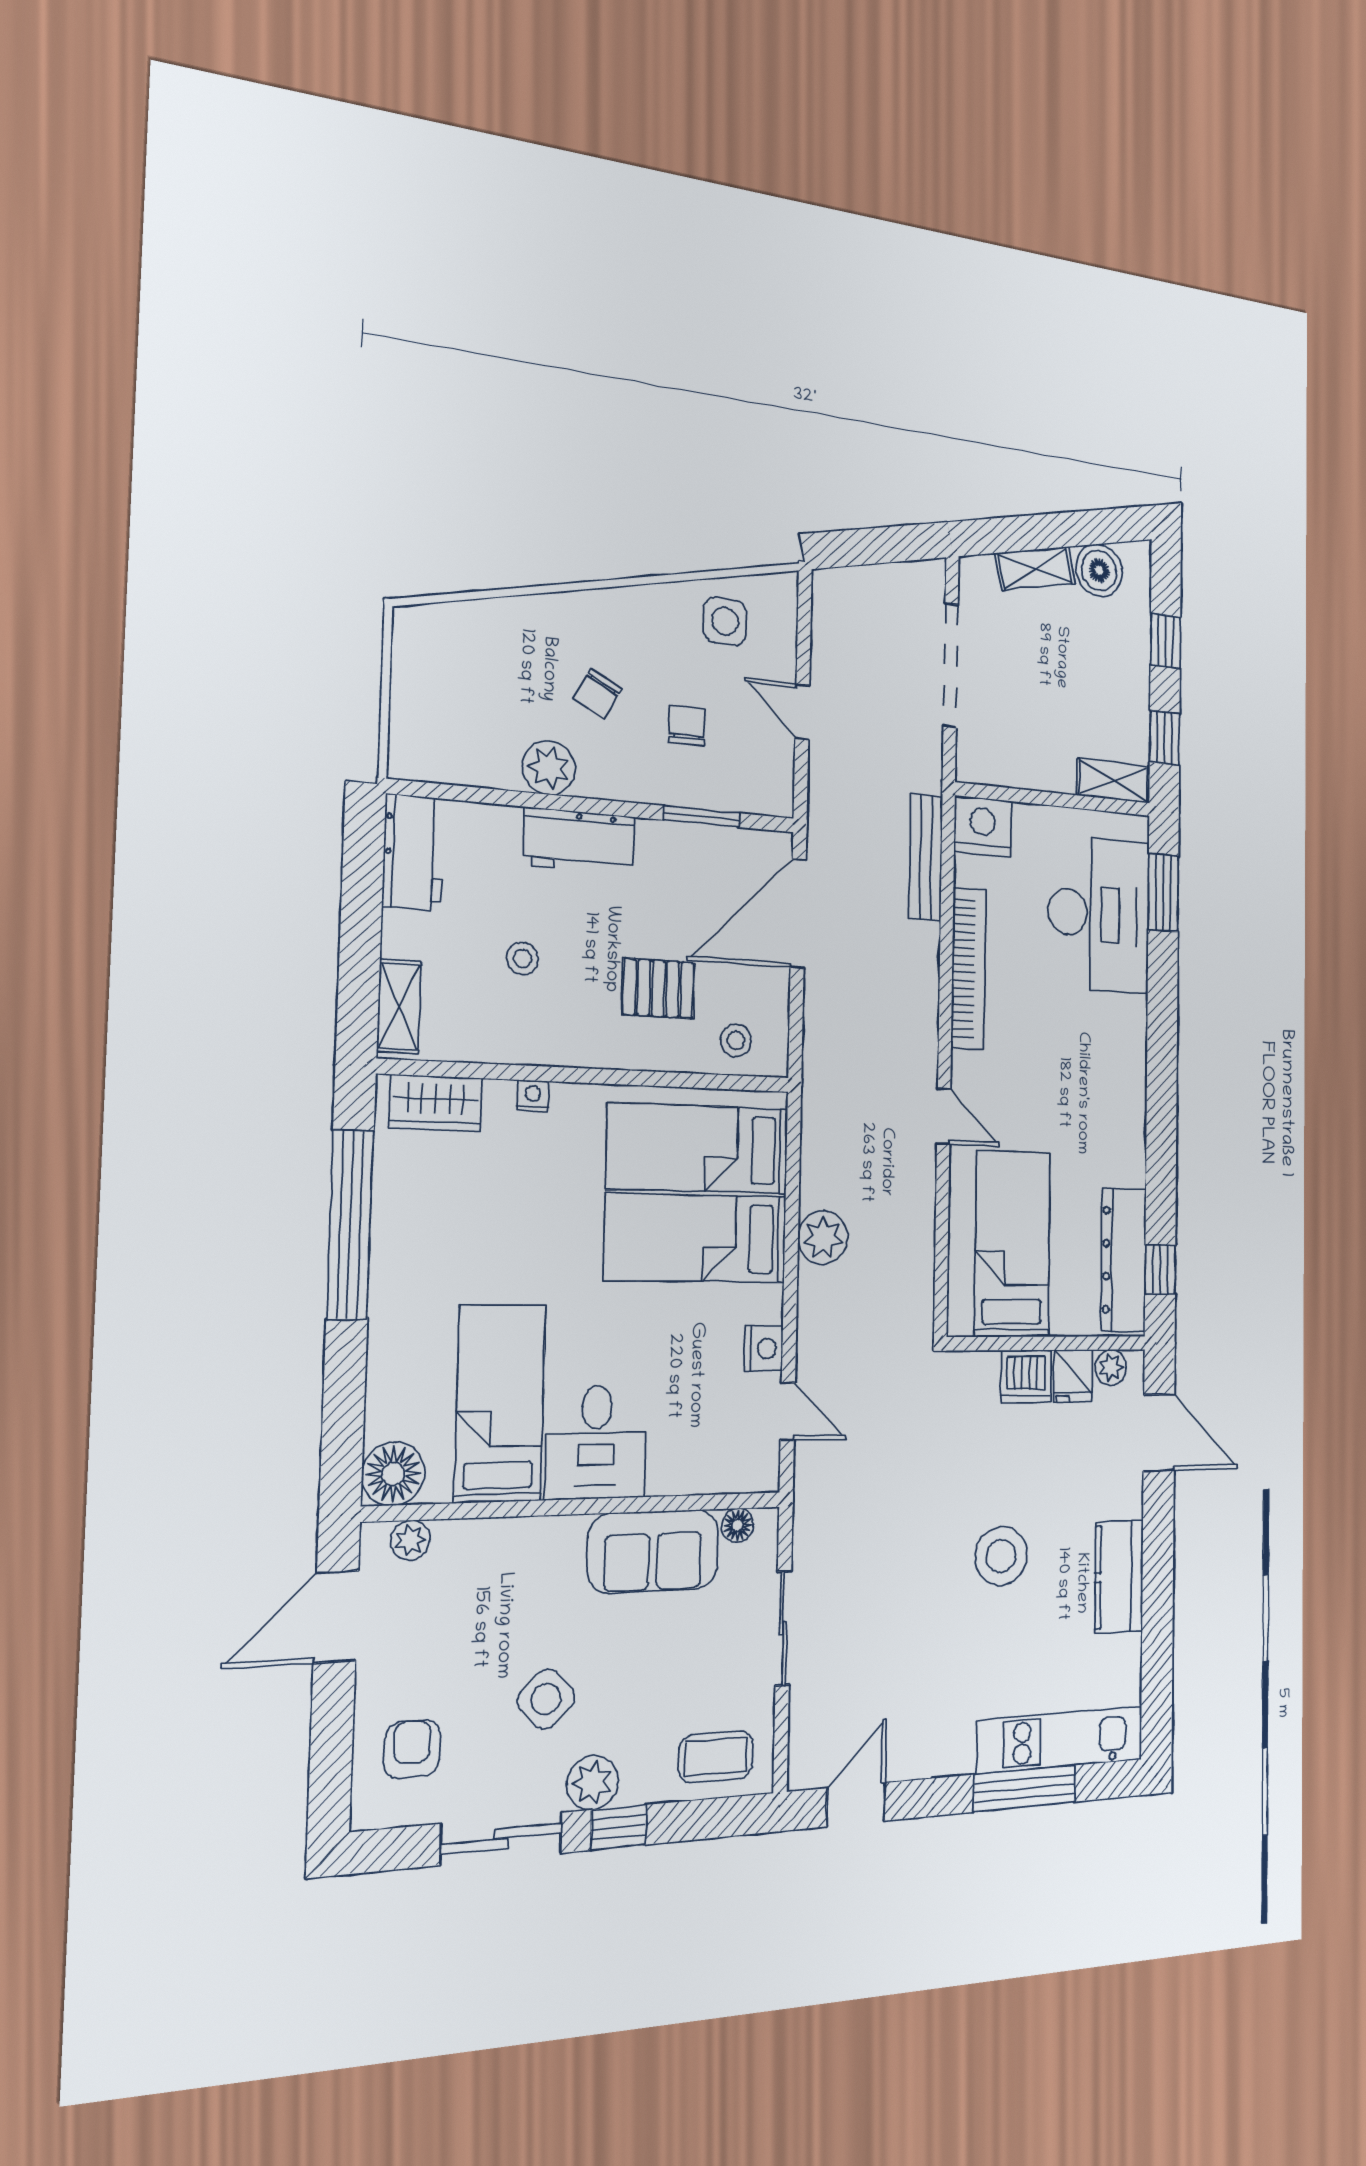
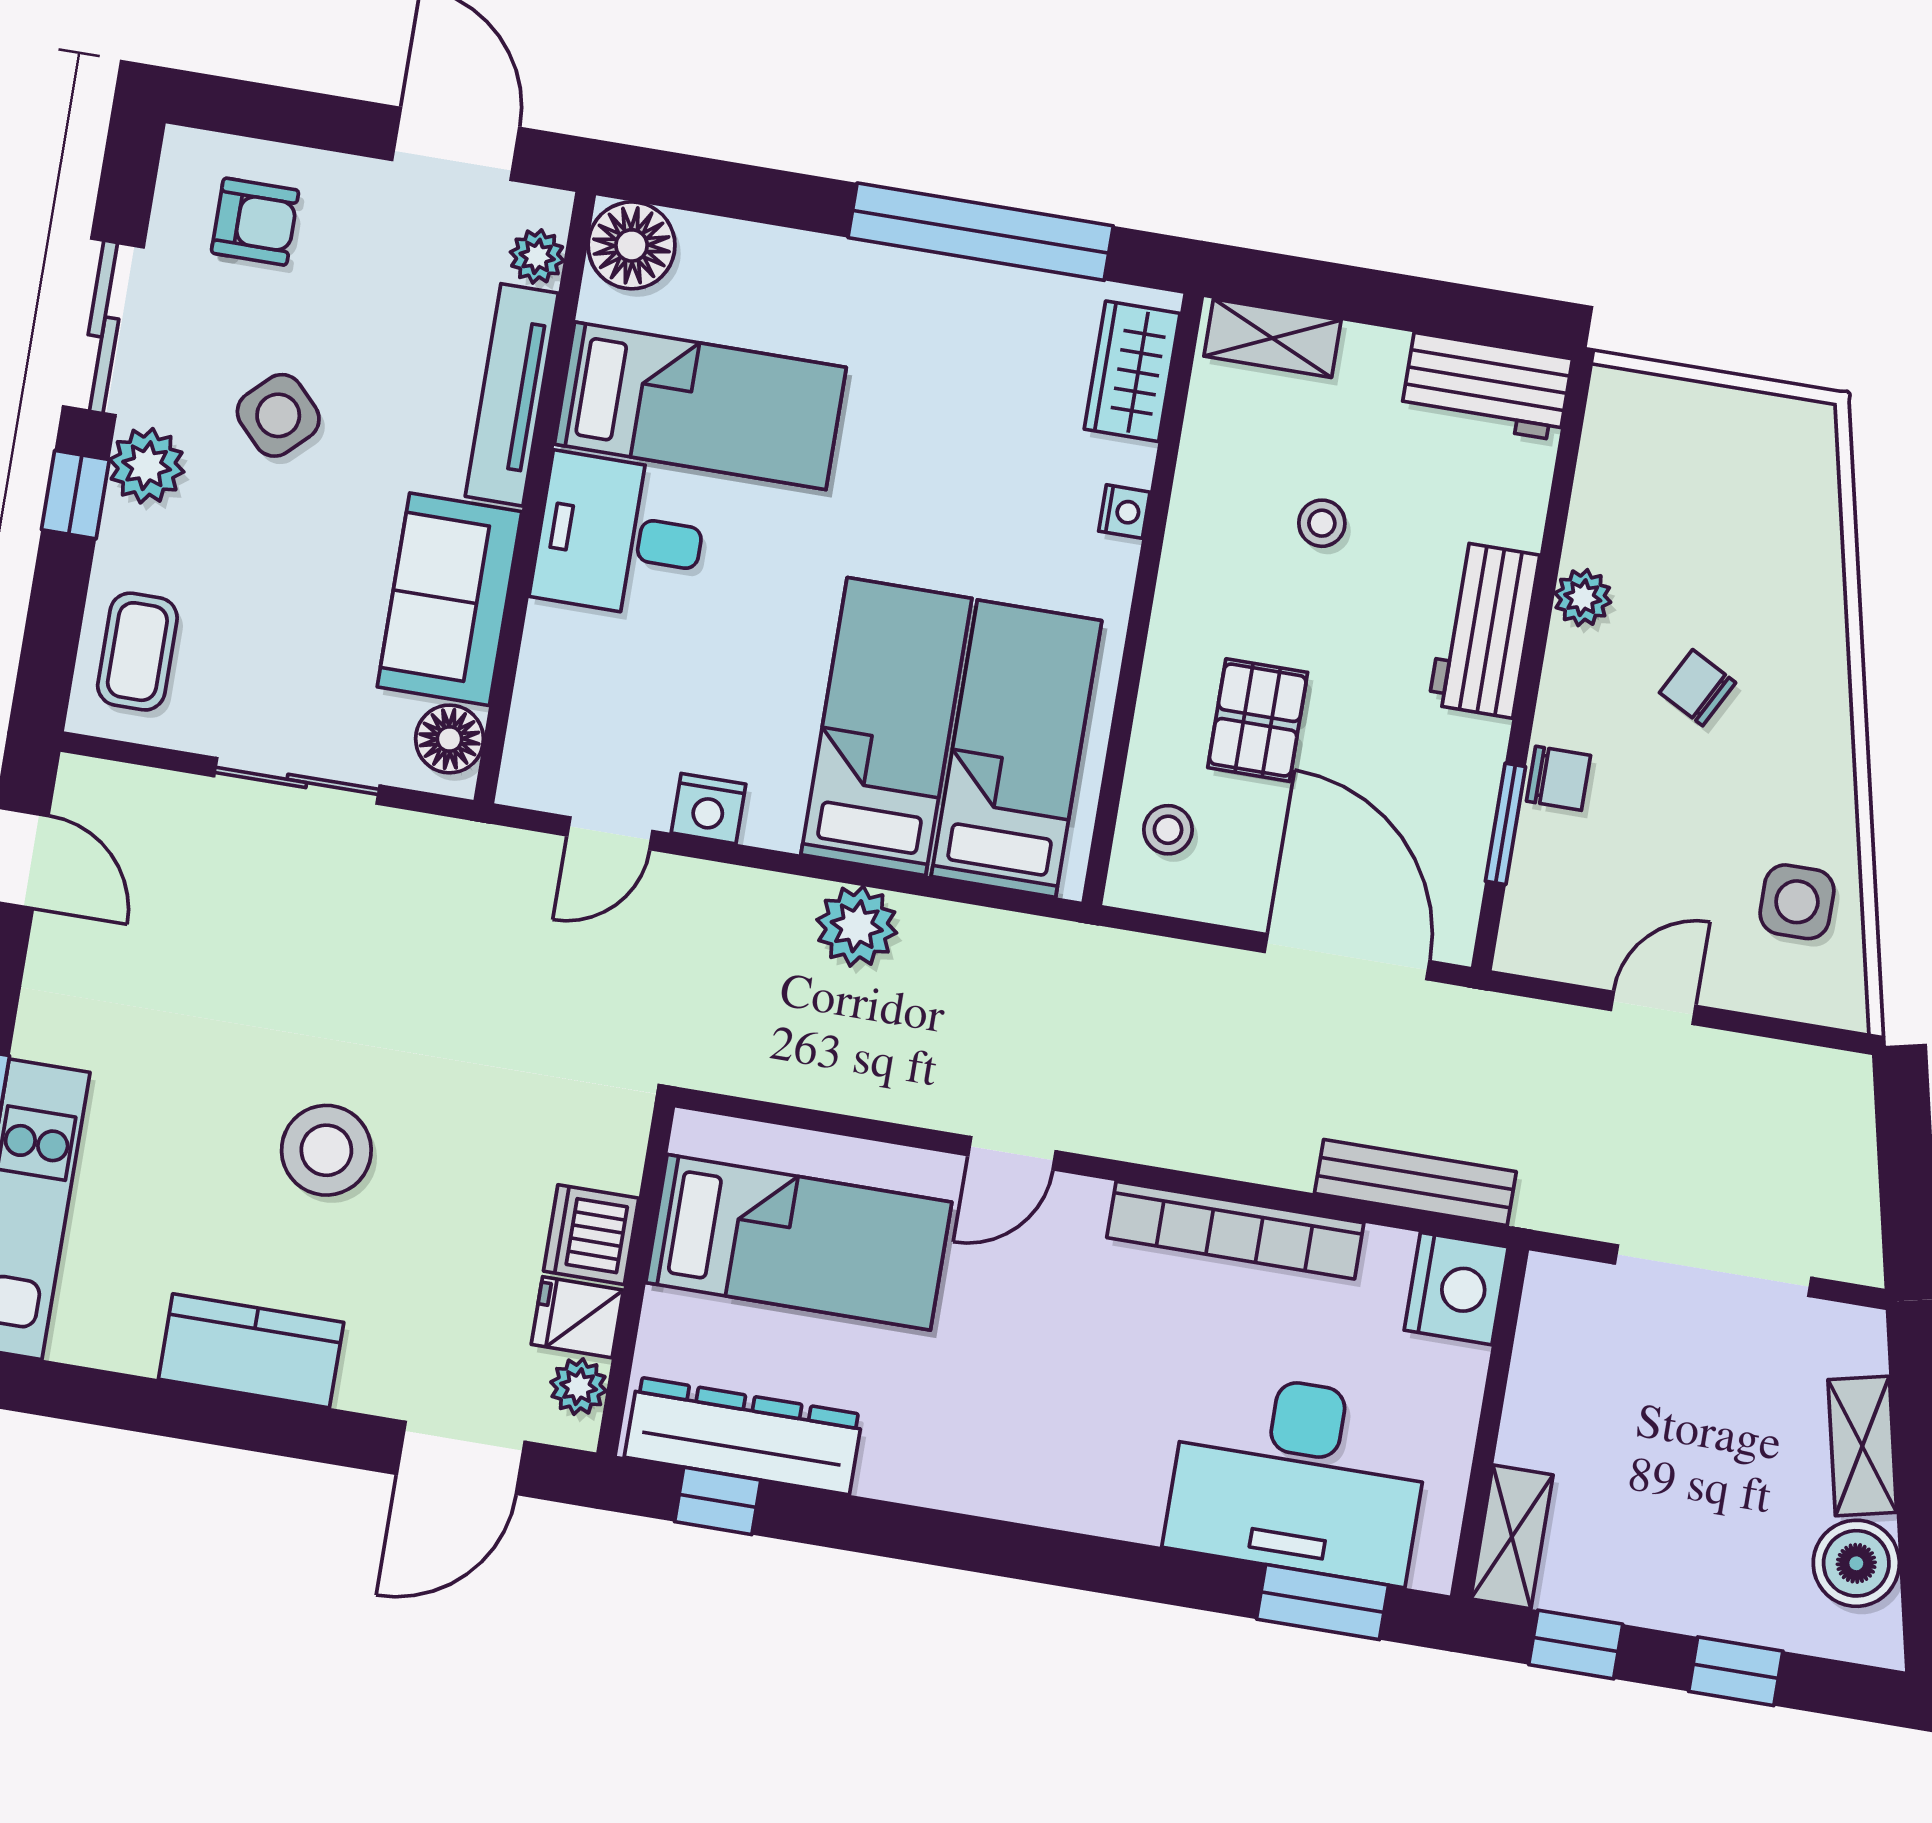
chair: (687, 726) -> (1559, 778), moved
plant: (549, 768) -> (1583, 598), width x0.73, depth x0.73
floor lamp: (738, 1525) -> (450, 739), width x1.37, depth x1.37
tv unit: (510, 1538) -> (512, 395), added

